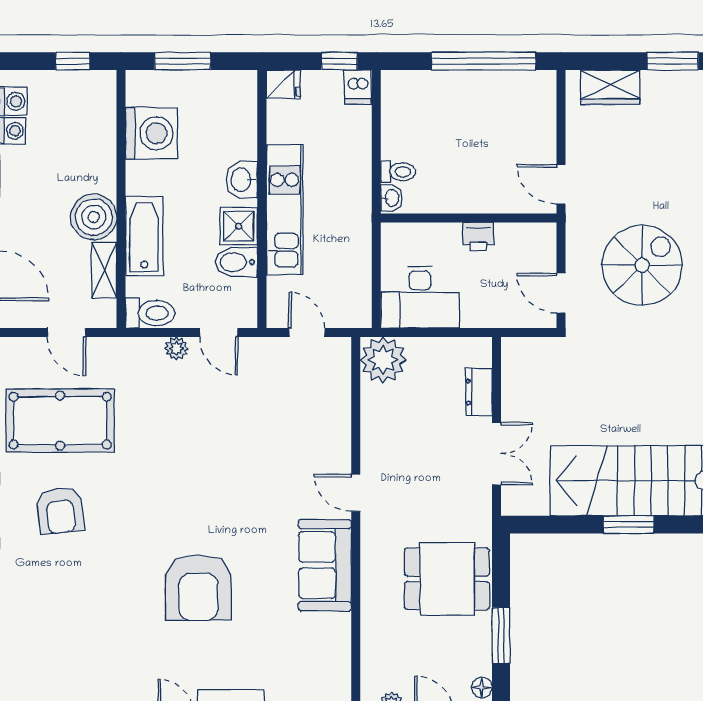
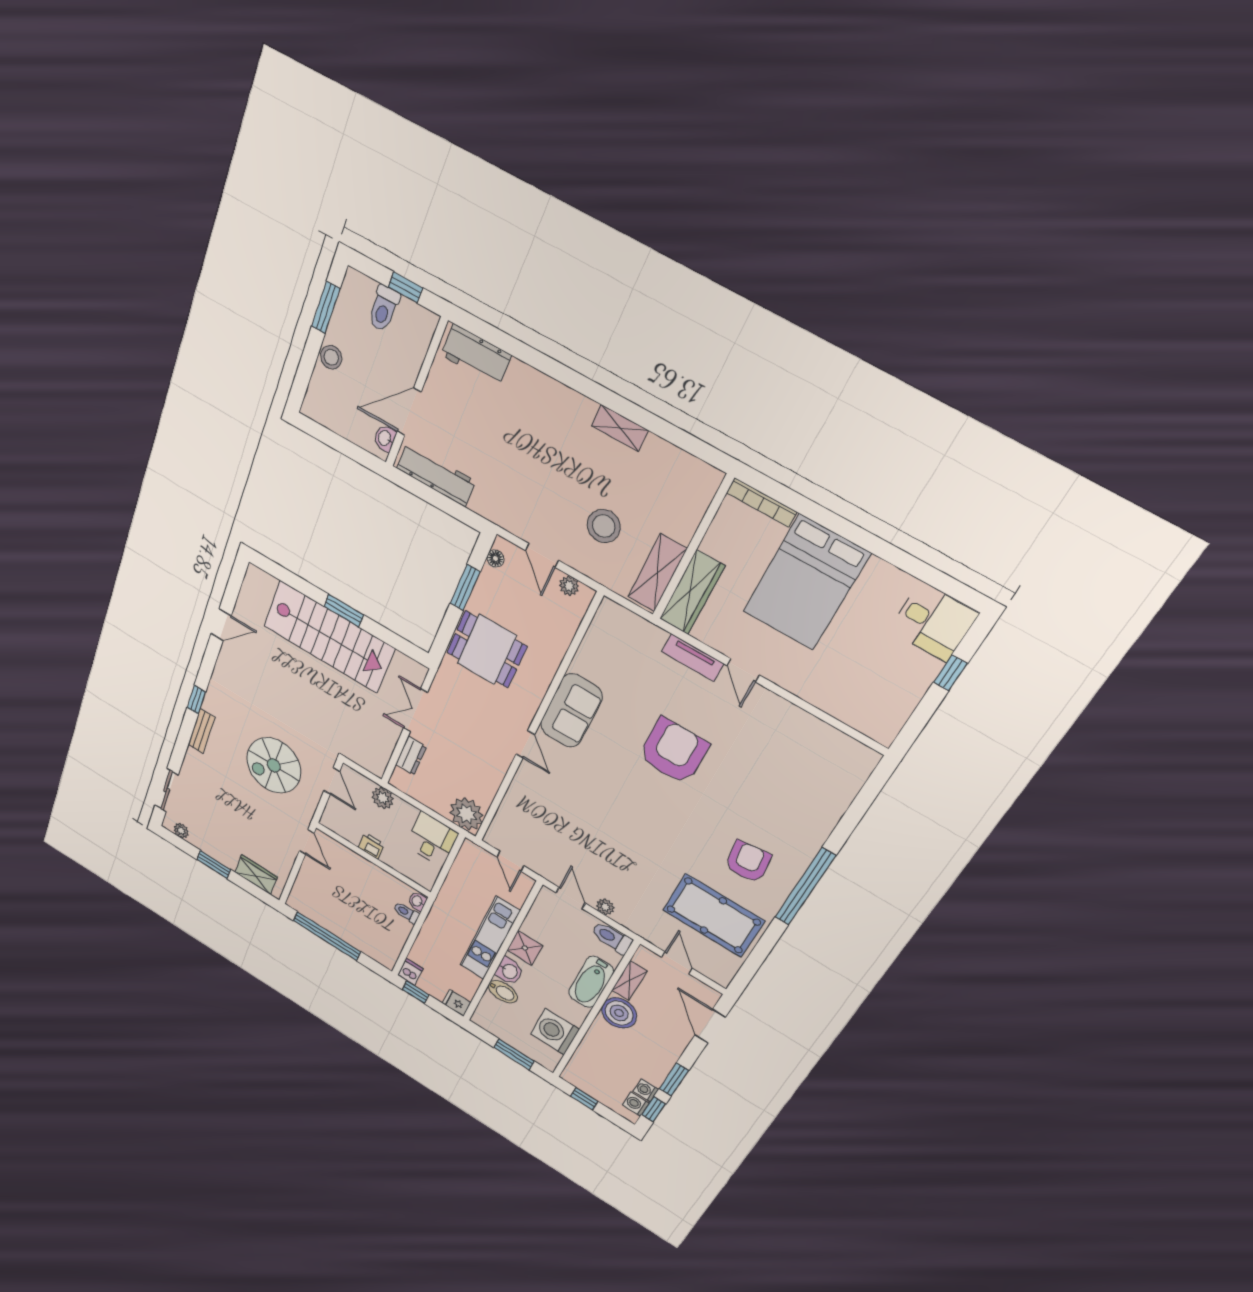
bidet: (236, 262) -> (503, 992), moved
desk: (420, 297) -> (432, 839), width x0.73
plant: (490, 313) -> (383, 798), added

